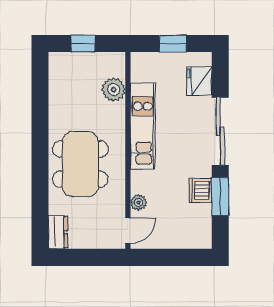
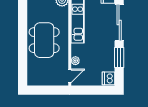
dishwasher: (200, 190) -> (109, 78), moved
dresser: (58, 232) -> (32, 77), removed

